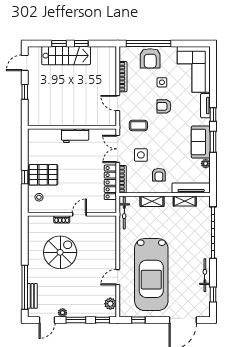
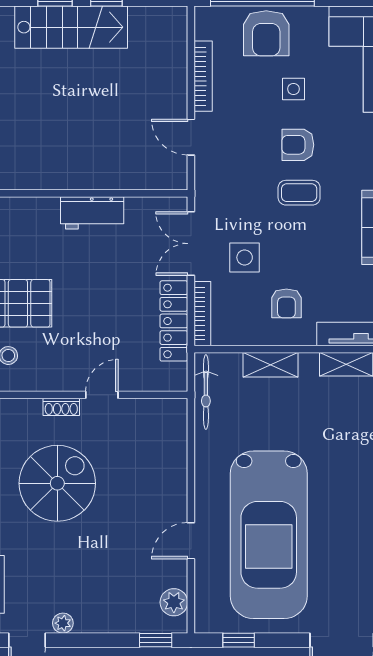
coffee table: (138, 126) -> (299, 193), moved
window: (76, 320) -> (94, 640), removed

